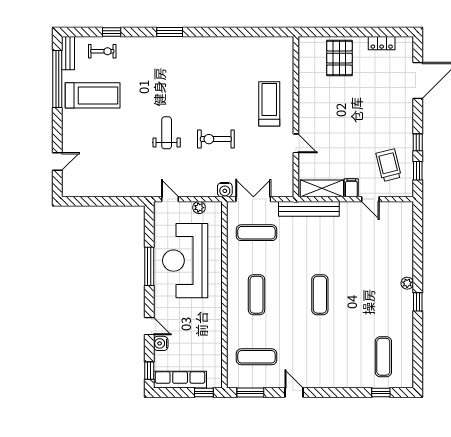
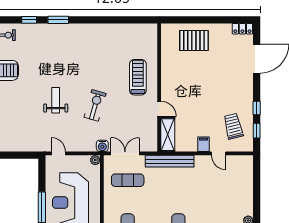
window: (112, 32) -> (29, 20), moved
locker: (382, 43) -> (242, 29), moved
pallet: (339, 58) -> (194, 41), turned 90
exercise bike: (216, 139) -> (95, 105), turned 106
shelving: (322, 188) -> (168, 135), moved, turned 90
plant: (199, 208) -> (95, 160), moved

